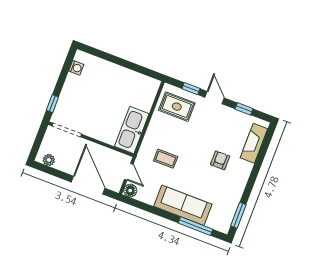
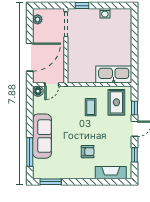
washing machine: (76, 68) -> (105, 13), moved
kitchen sink: (132, 130) -> (114, 75), moved
coffee table: (166, 159) -> (91, 107), moved

